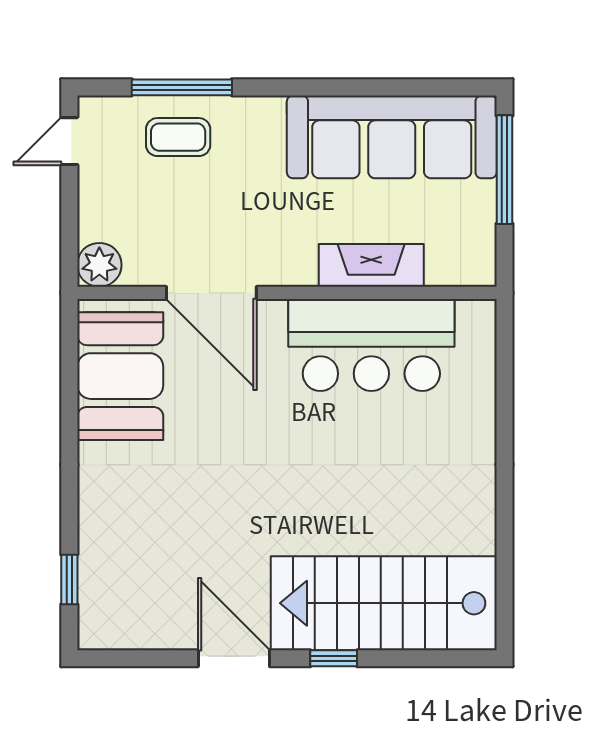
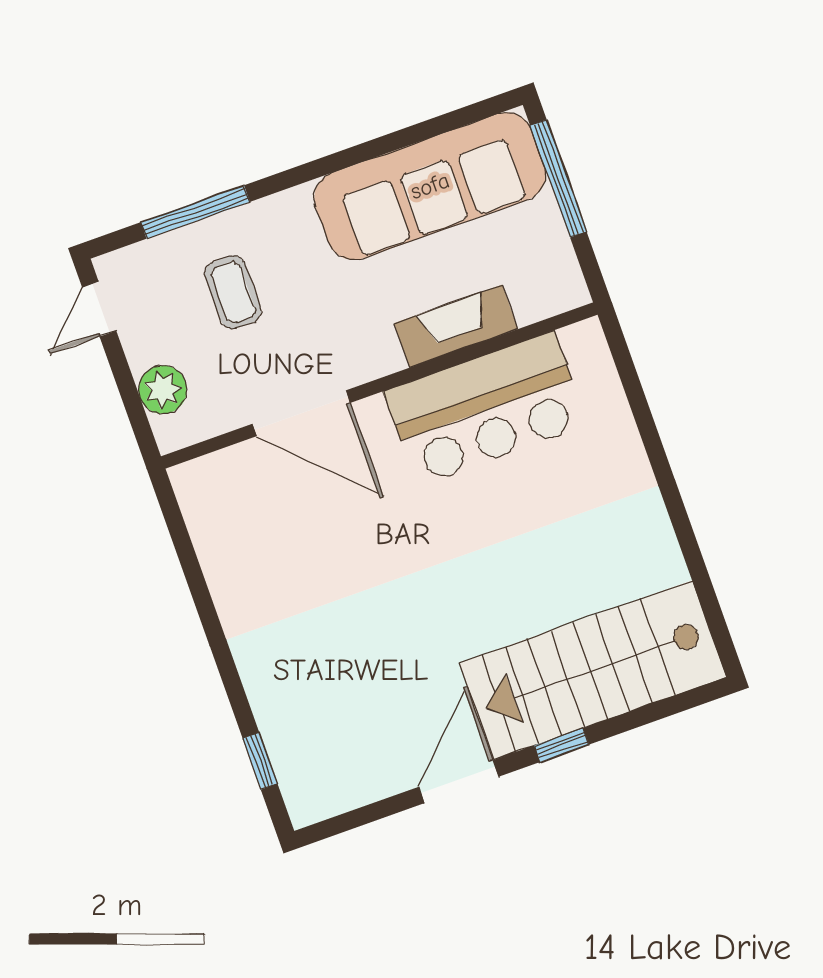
coffee table: (178, 137) -> (233, 292), moved, turned 90
plant: (99, 265) -> (163, 390), moved
booth: (120, 376) -> (238, 533), removed
door: (234, 658) -> (459, 782), hinge flipped

